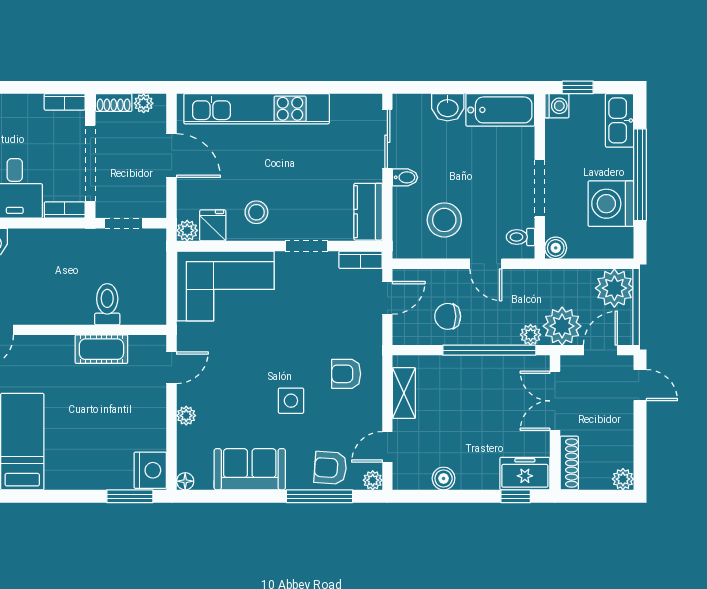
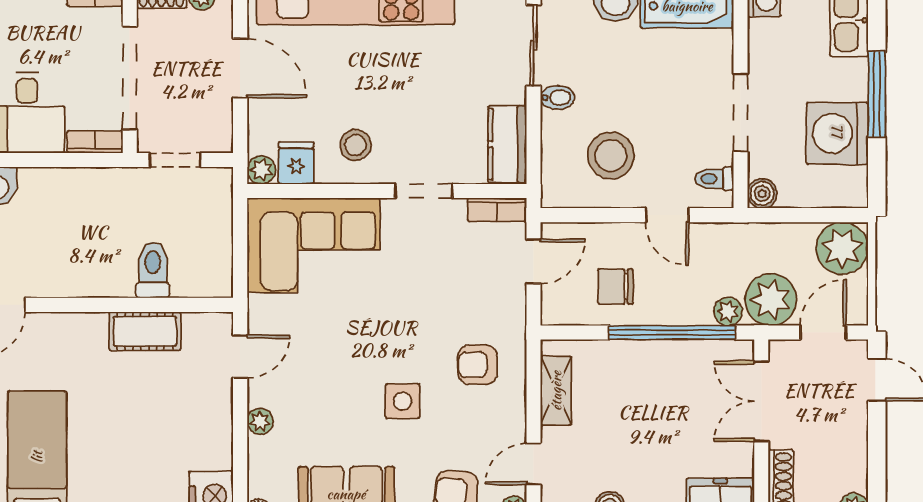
window: (640, 175) -> (877, 94), width x0.68

